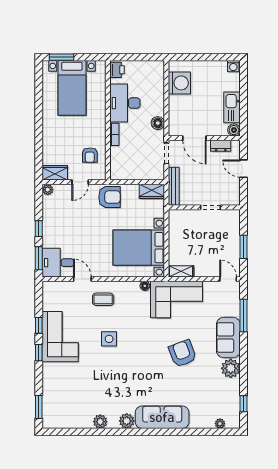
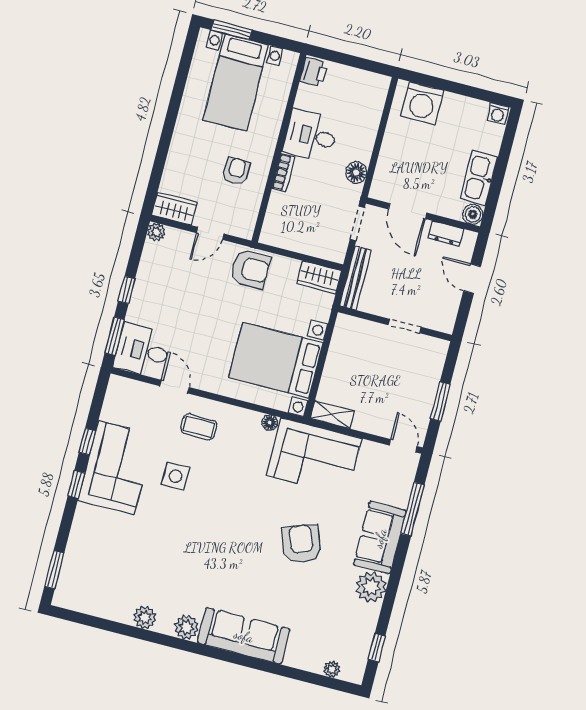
washing machine: (179, 83) -> (422, 103), moved, turned 90
desk: (125, 103) -> (311, 136), width x0.73
armchair: (90, 155) -> (236, 171), moved, turned 180
side table: (109, 339) -> (175, 476), moved

